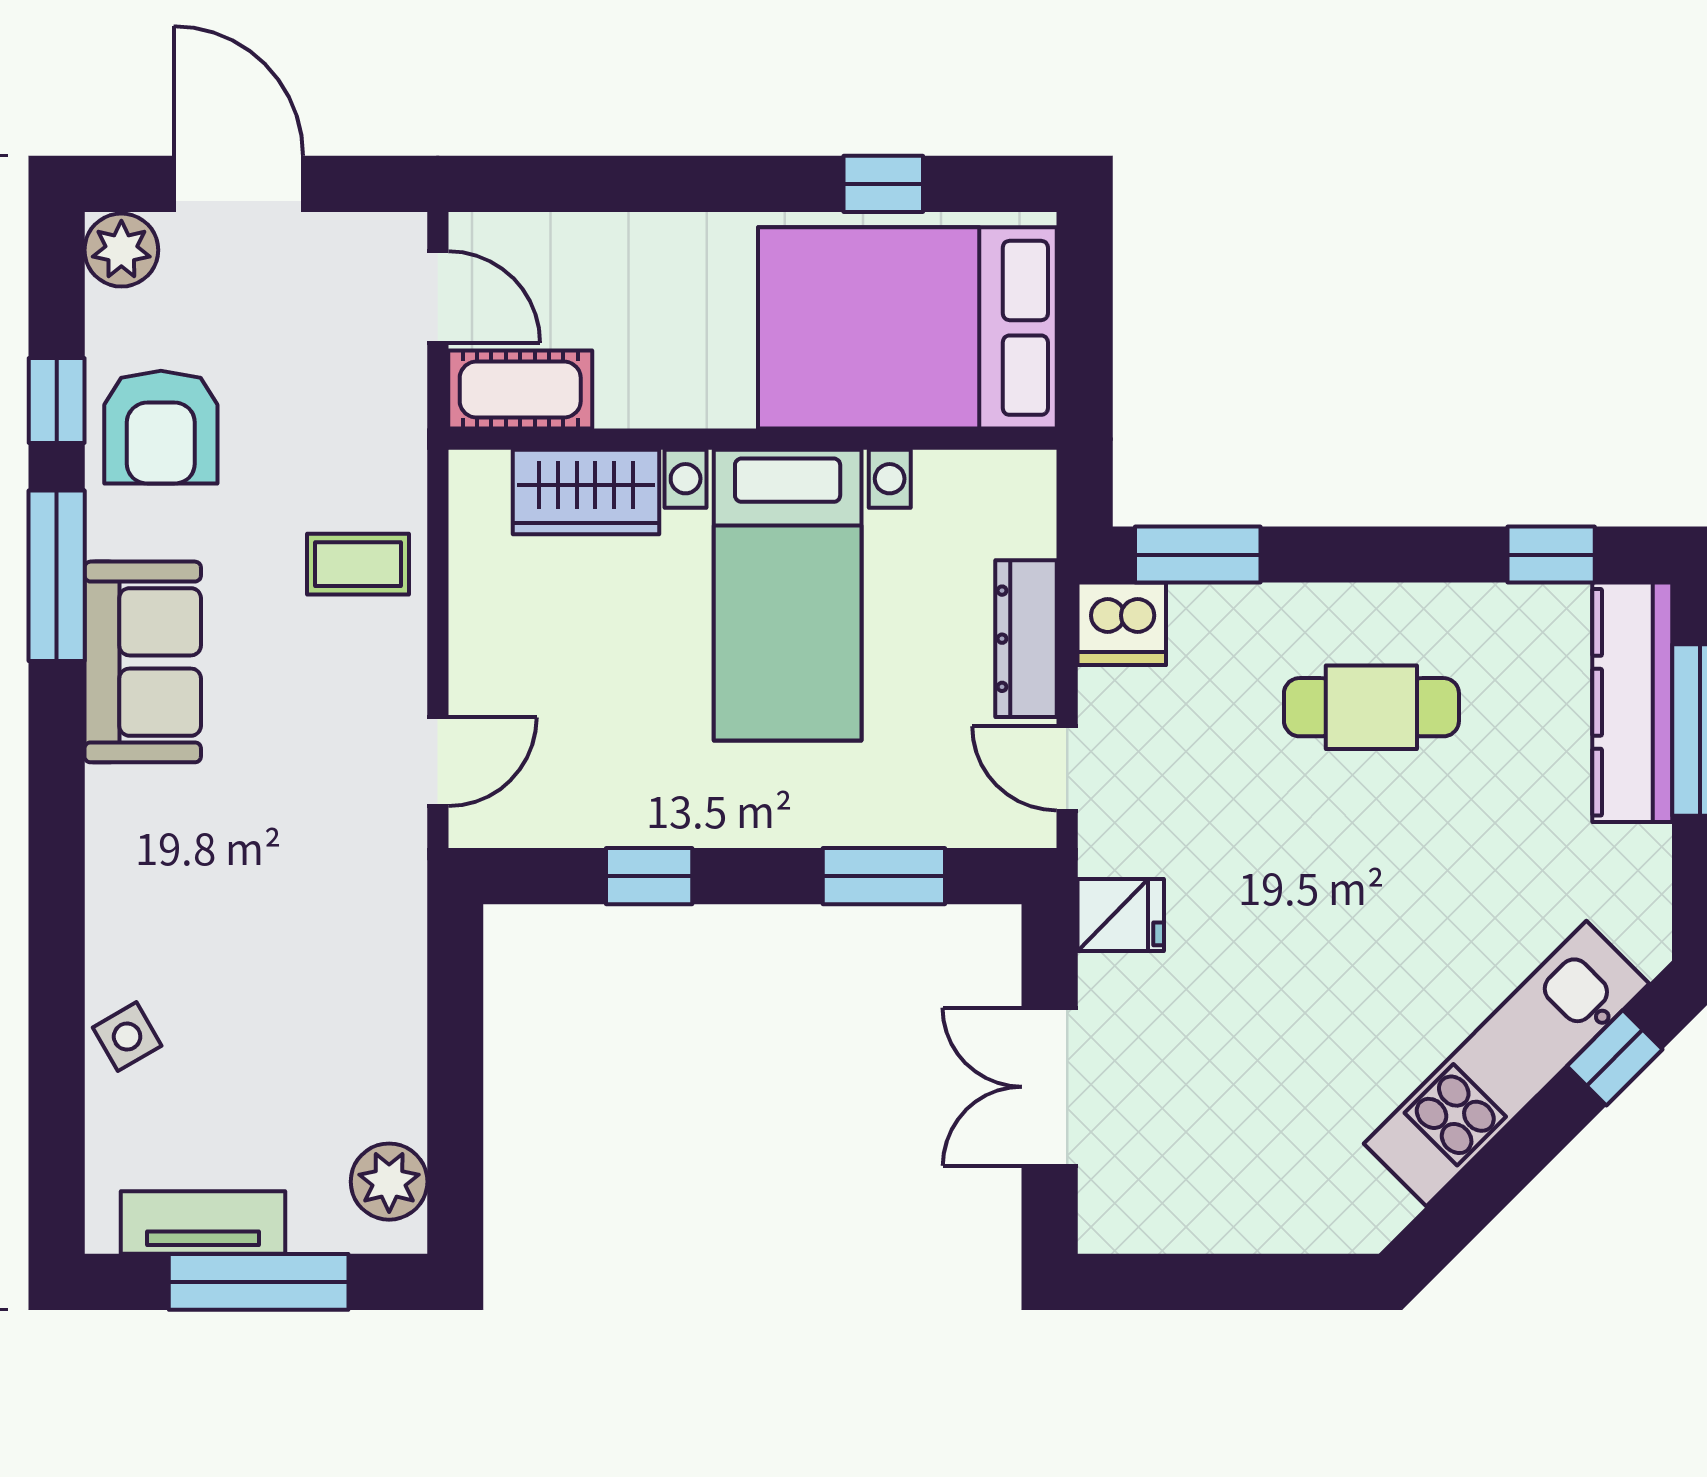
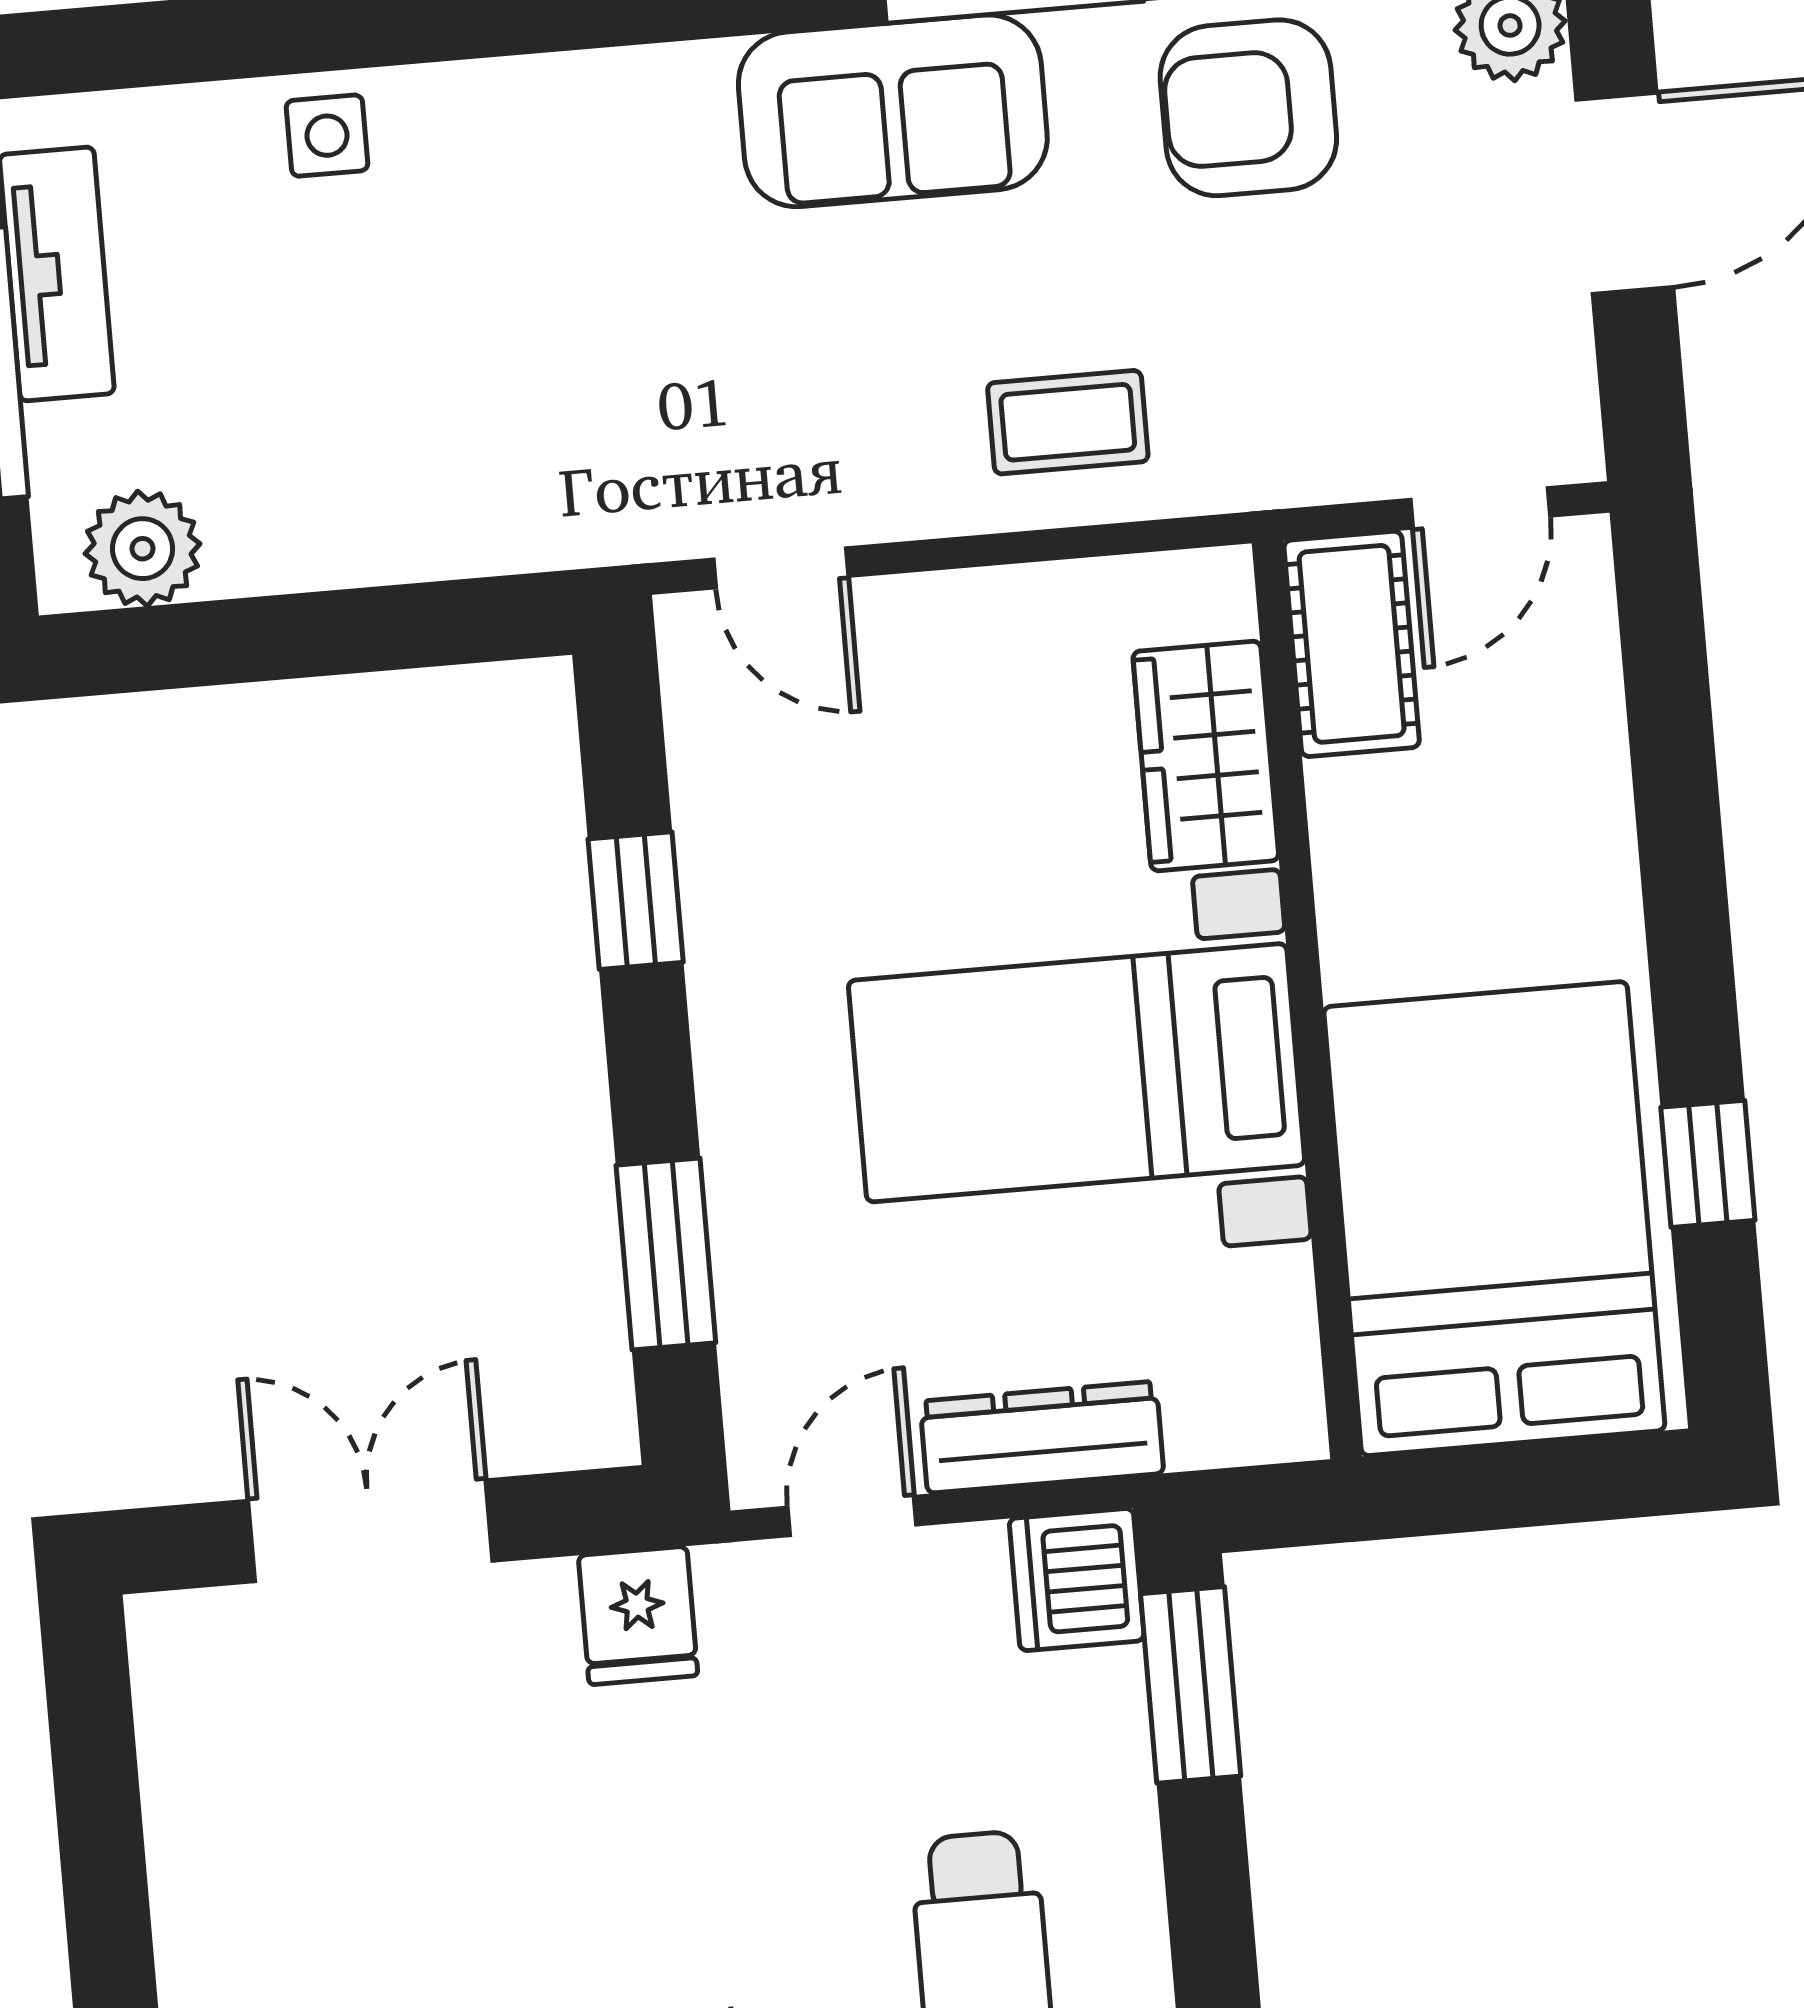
coffee table: (358, 564) -> (1068, 422), turned 90
side table: (127, 1037) -> (327, 136), turned 30

